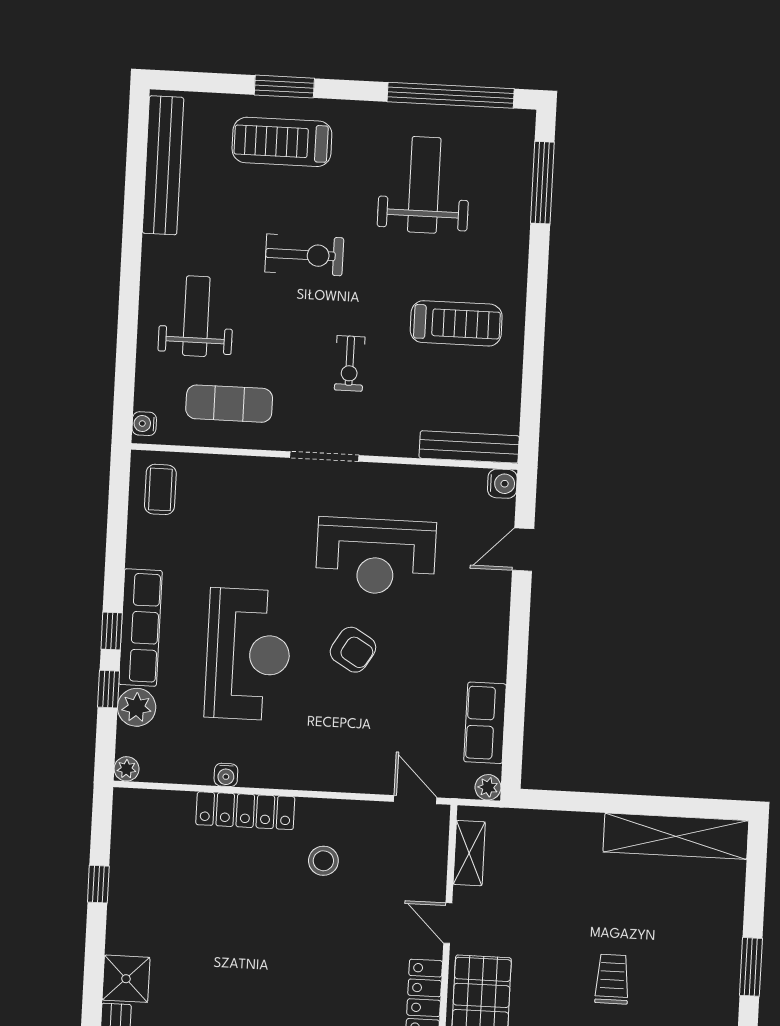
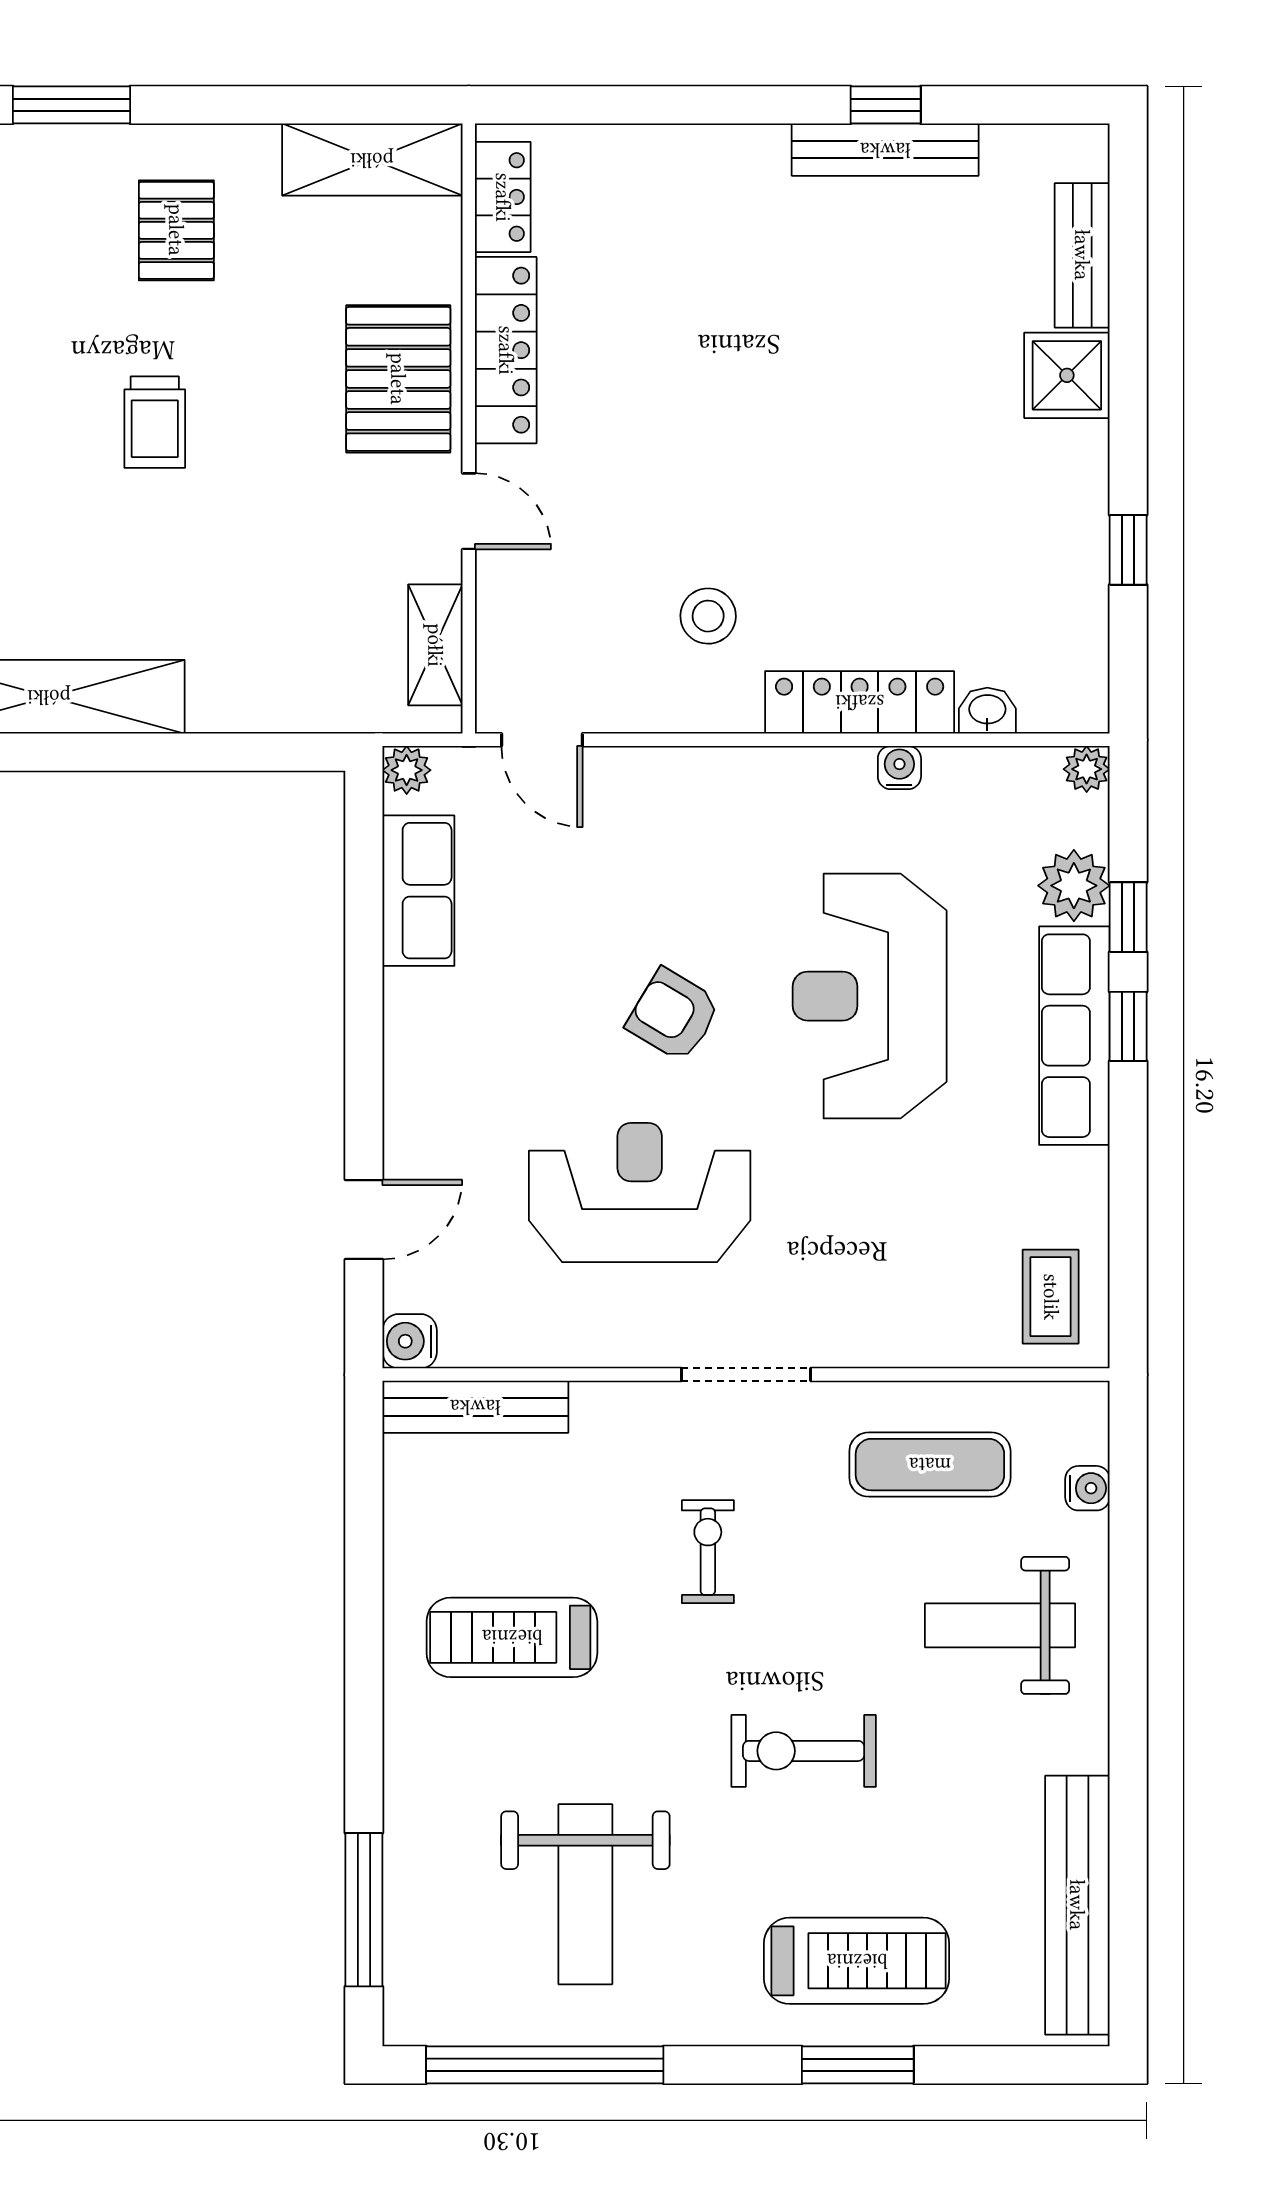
weight bench: (196, 316) -> (1000, 1625), turned 90
water cooler: (144, 424) -> (1087, 1488), moved
washbasin: (178, 803) -> (987, 711), added

